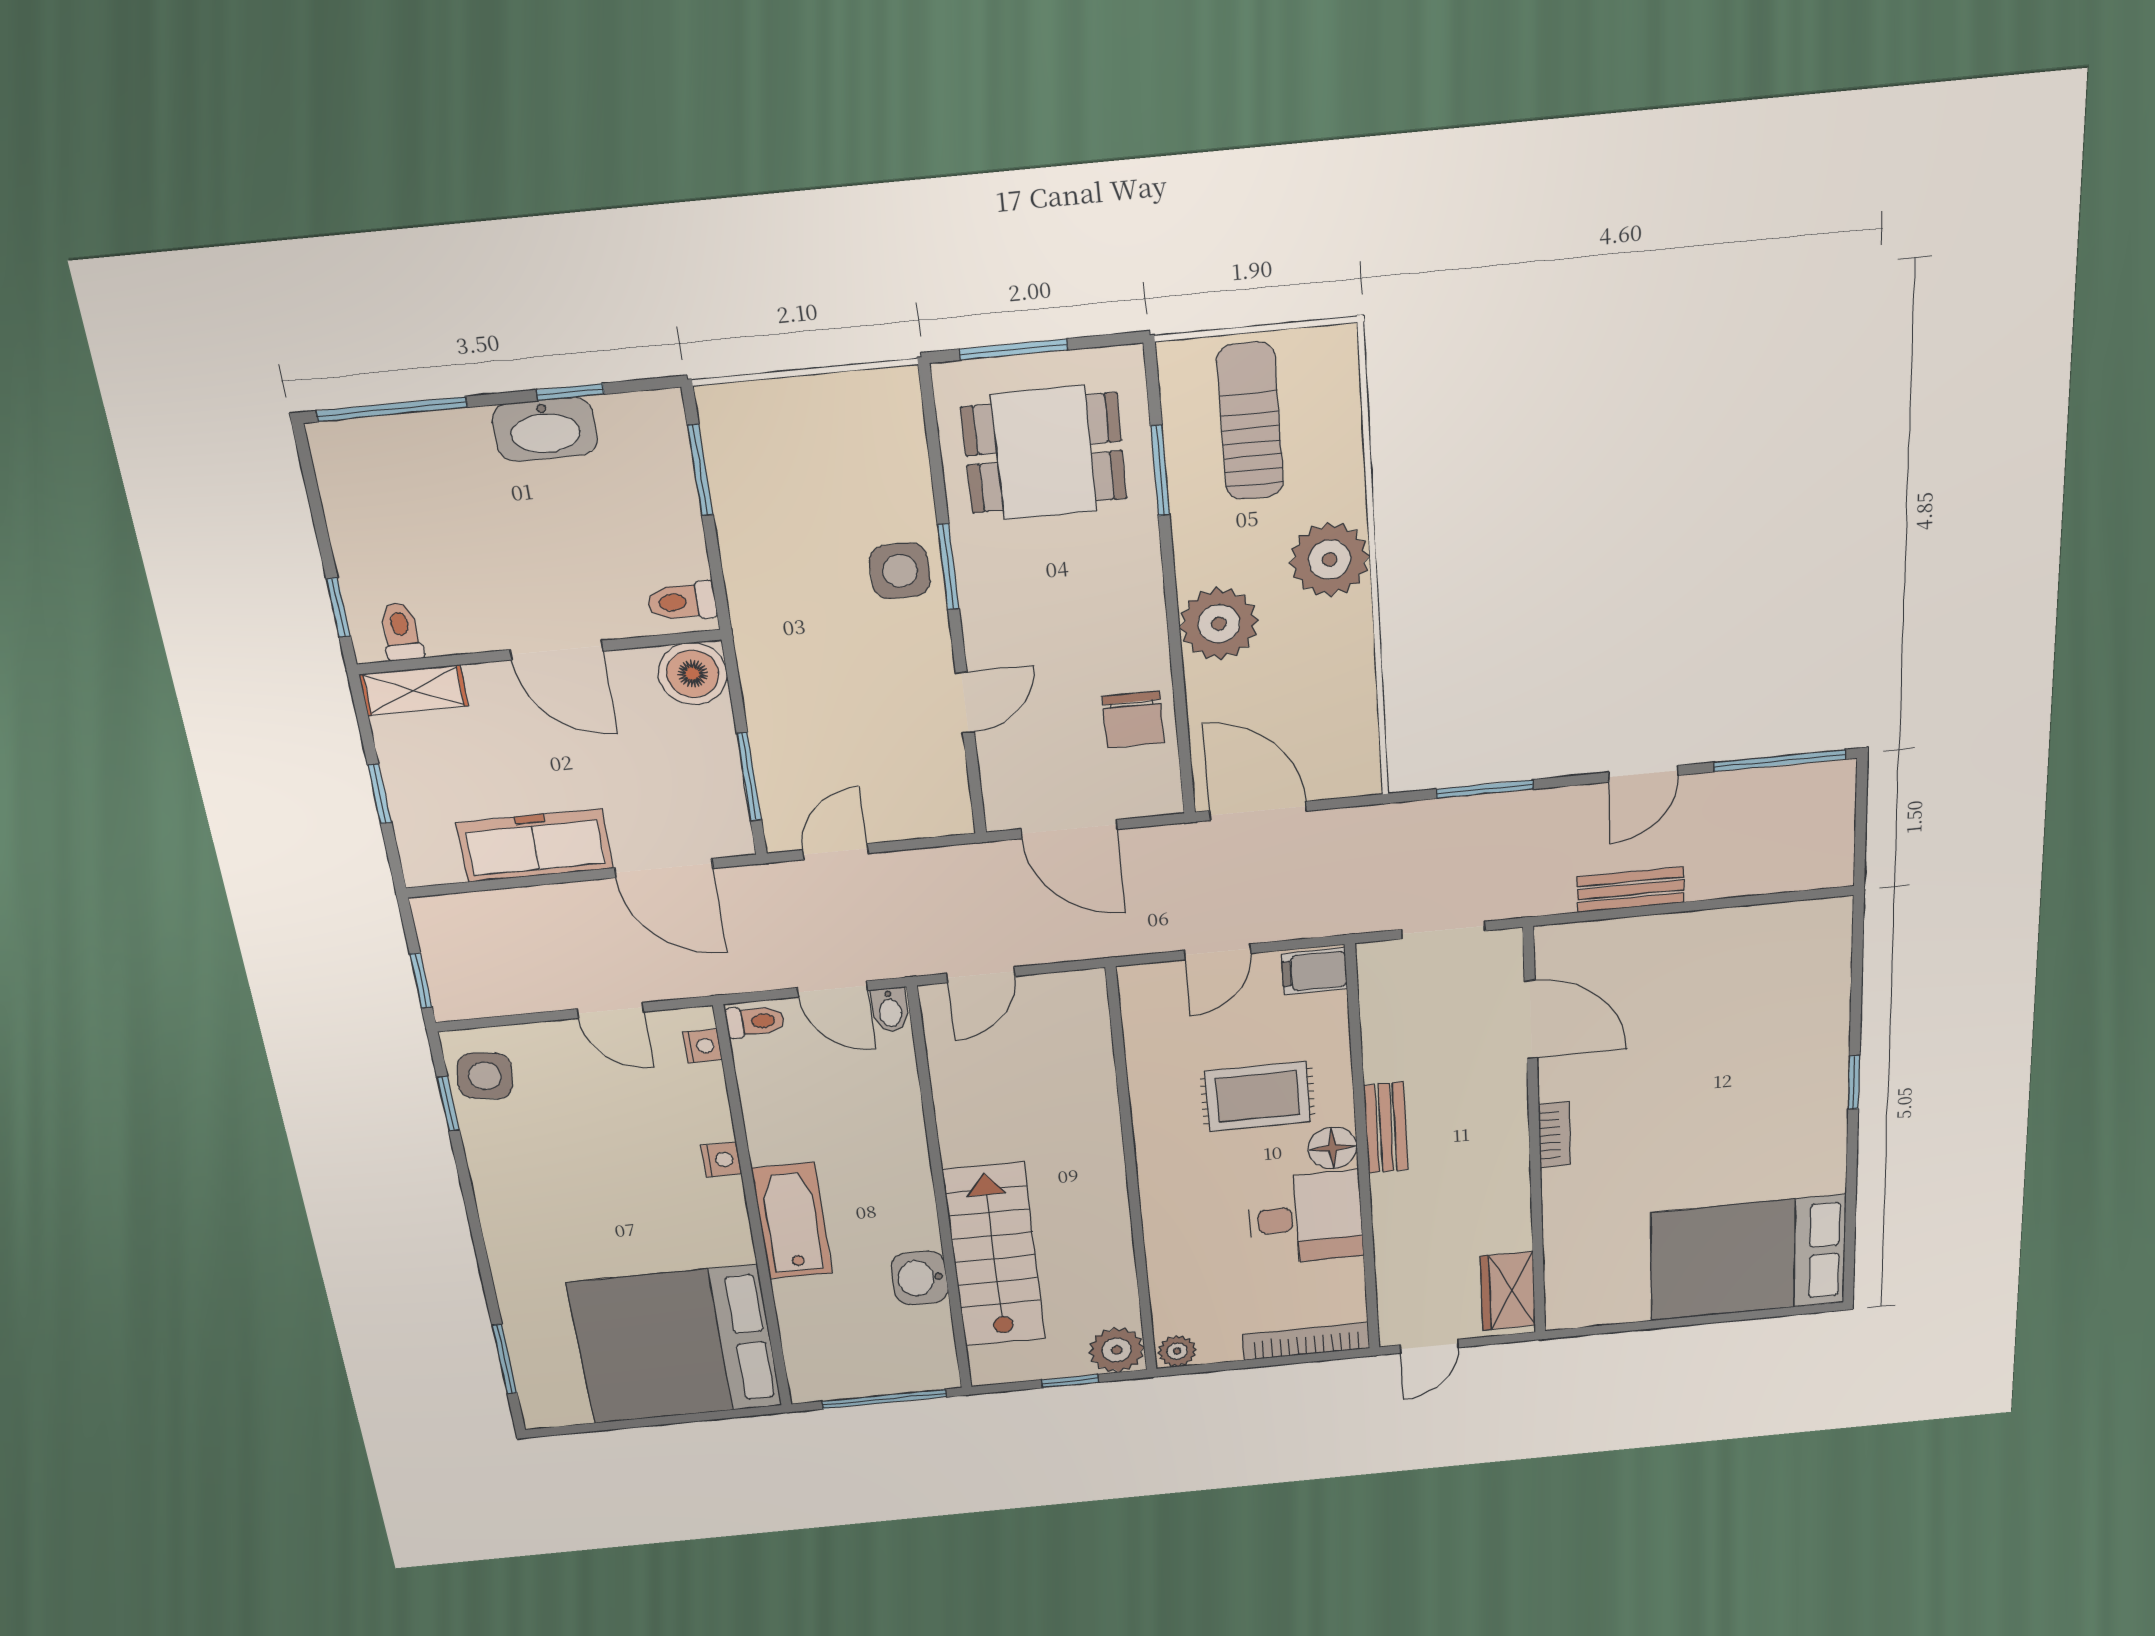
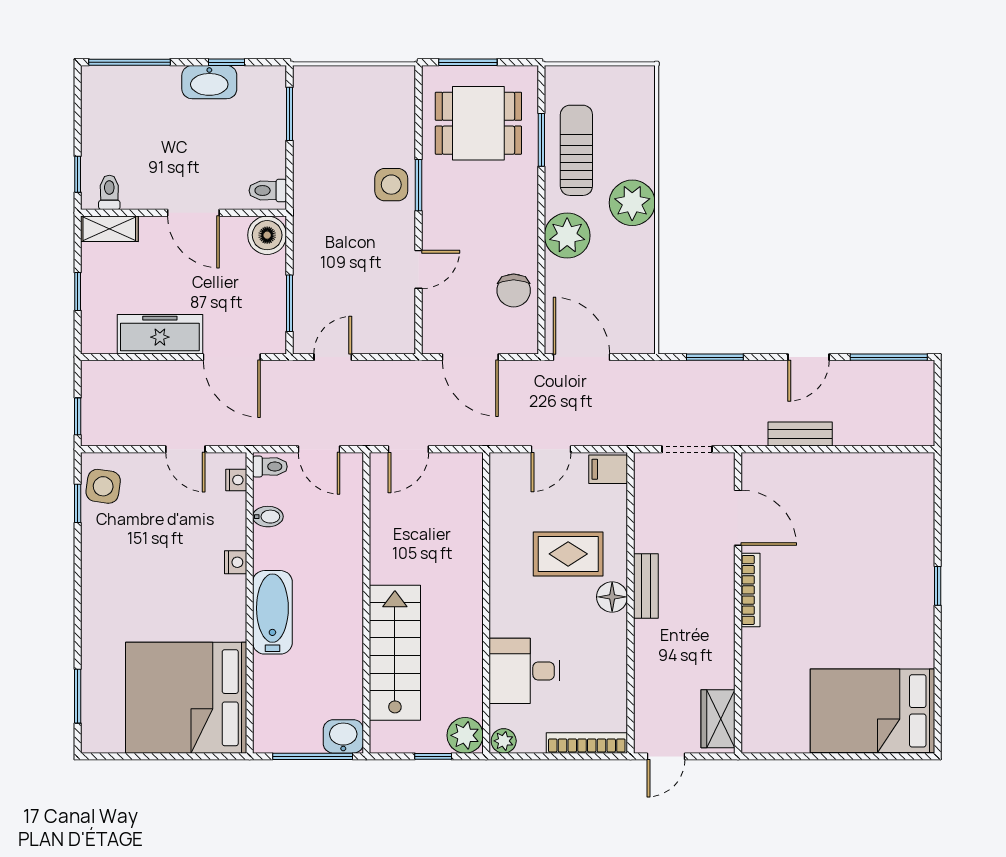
sun lounger: (1250, 421) -> (576, 150), moved
bidet: (890, 1010) -> (268, 517), moved, turned -90
bookcase: (1554, 1135) -> (750, 590), width x1.56
desk: (1305, 1218) -> (525, 671), moved, turned 180
washbasin: (920, 1278) -> (343, 736), moved, turned 90

